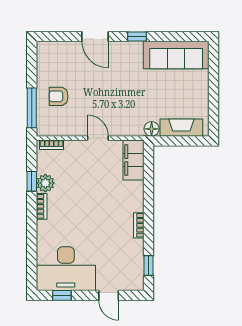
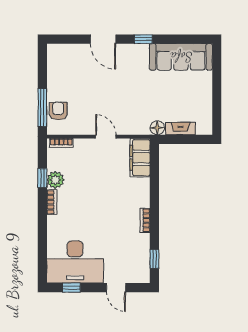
armchair: (59, 96) -> (58, 111), moved, turned 90
fireplace: (181, 128) -> (181, 129), width x0.73, depth x0.76

